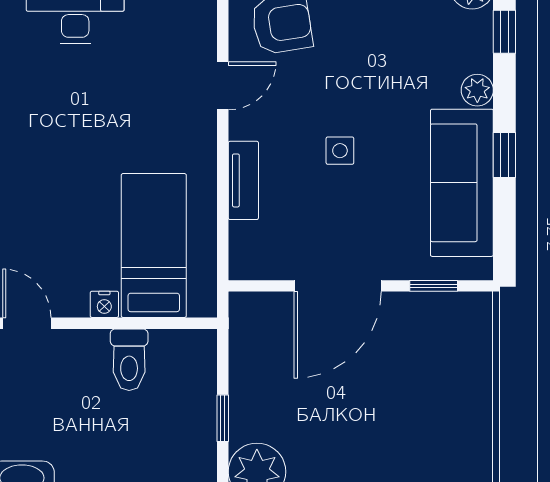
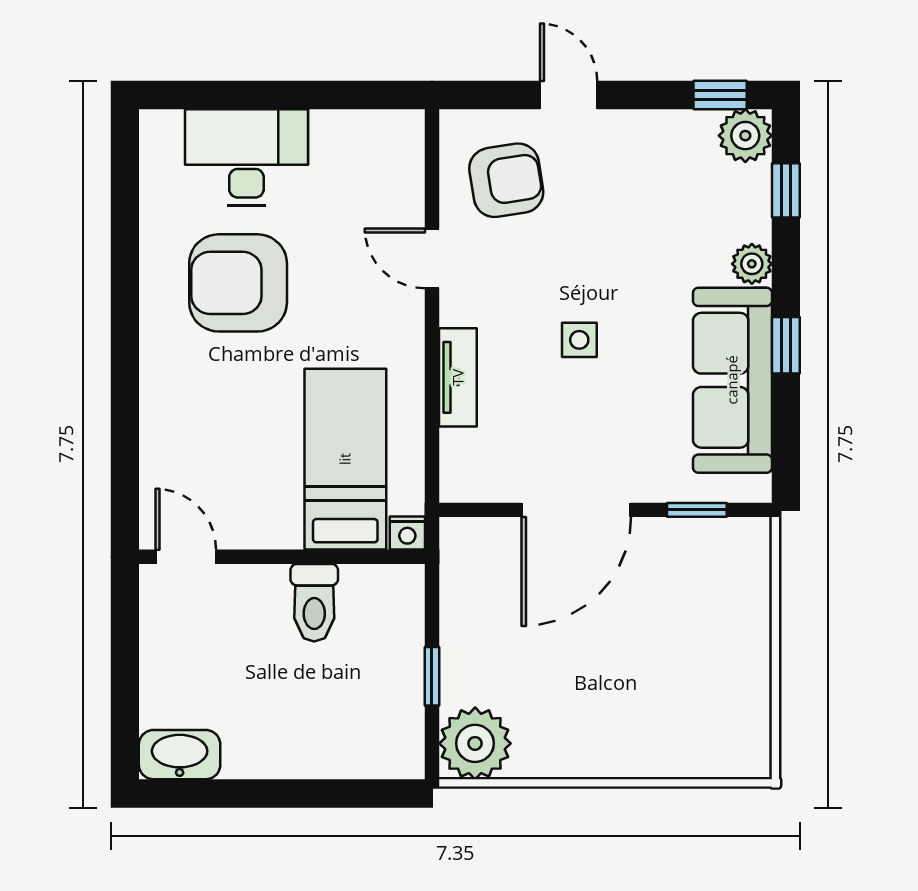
door: (223, 86) -> (432, 258), swing flipped
armchair: (68, 105) -> (238, 283), added
nightstand: (104, 304) -> (407, 533), moved

